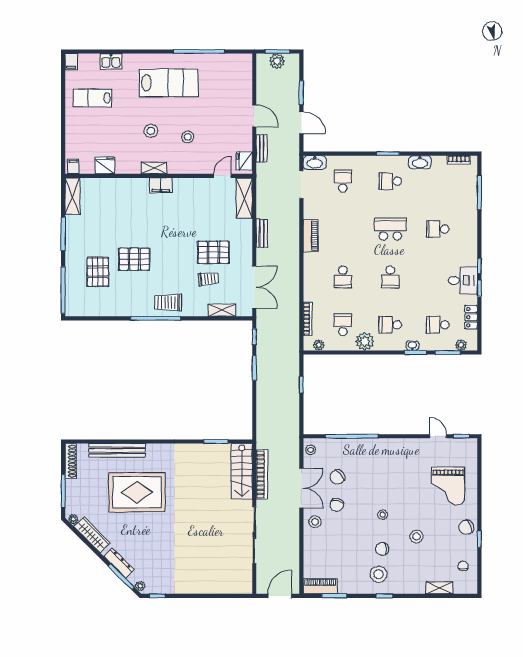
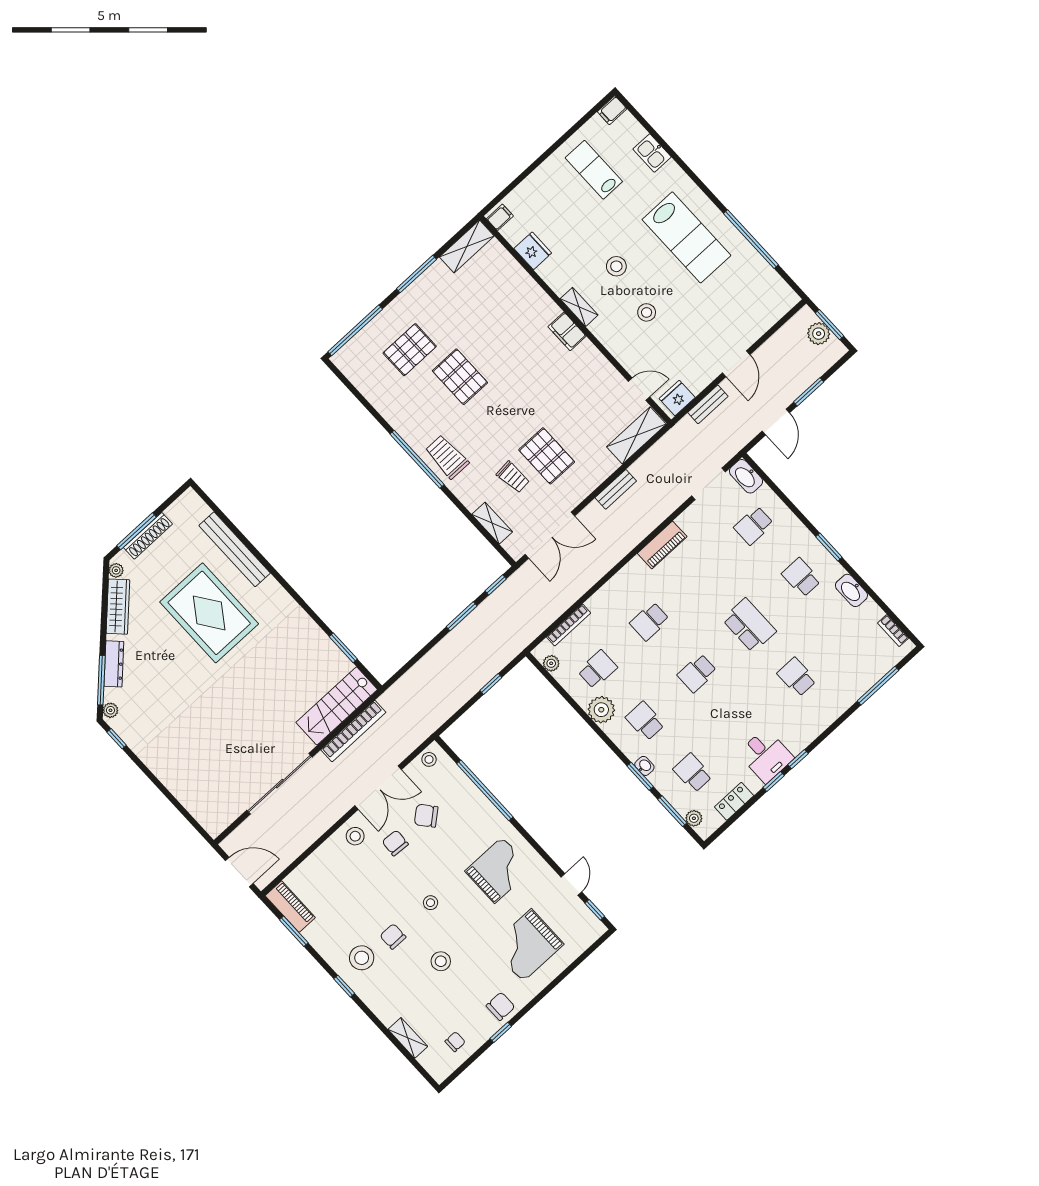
school desk: (343, 181) -> (754, 526), turned 180
shoe rack: (71, 461) -> (148, 536), moved
grand piano: (398, 466) -> (498, 870), added
chair: (337, 505) -> (395, 843), turned 81
chair: (466, 527) -> (501, 1006), turned 113

